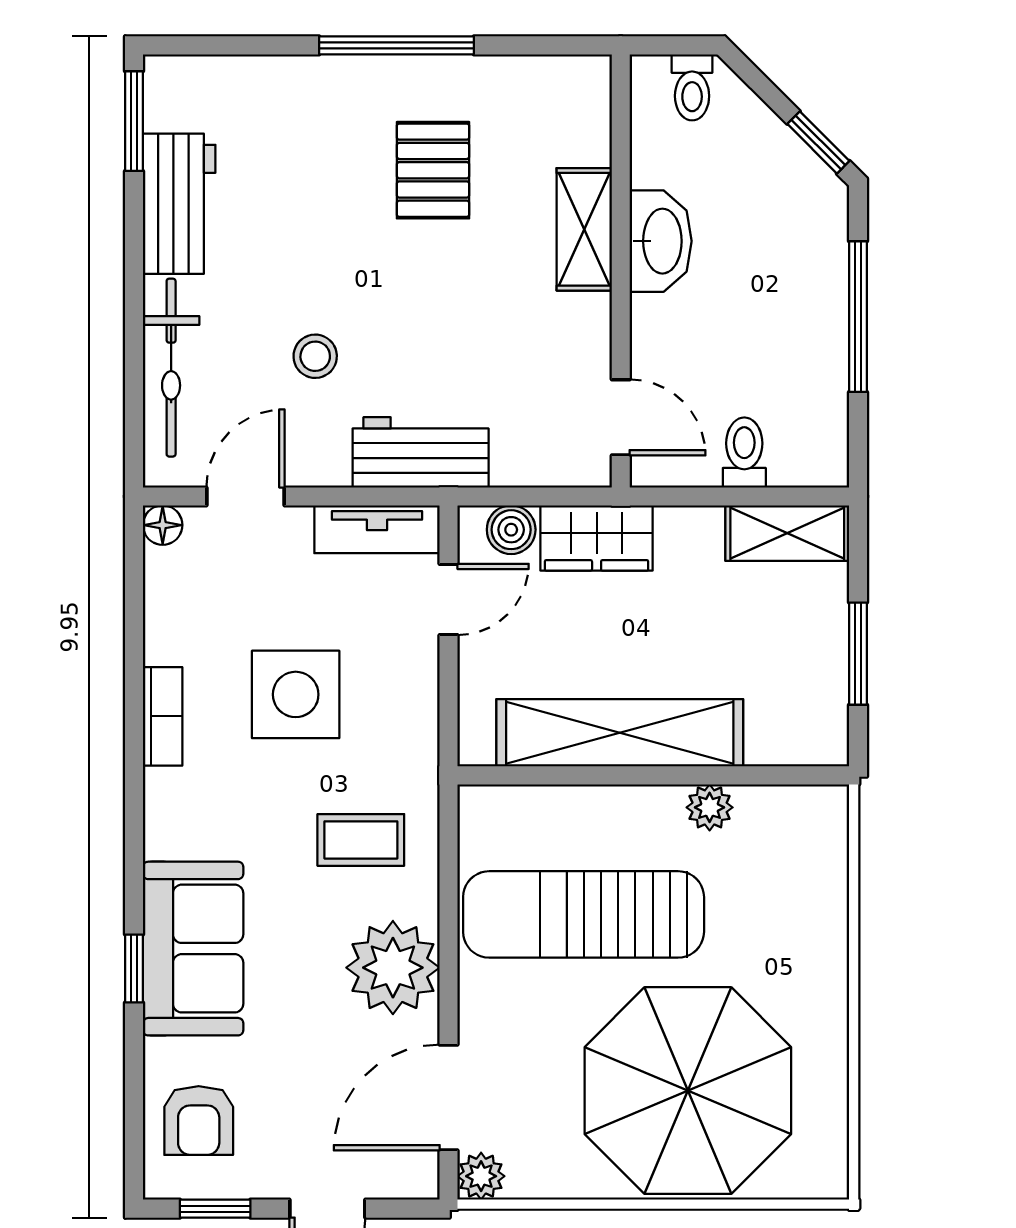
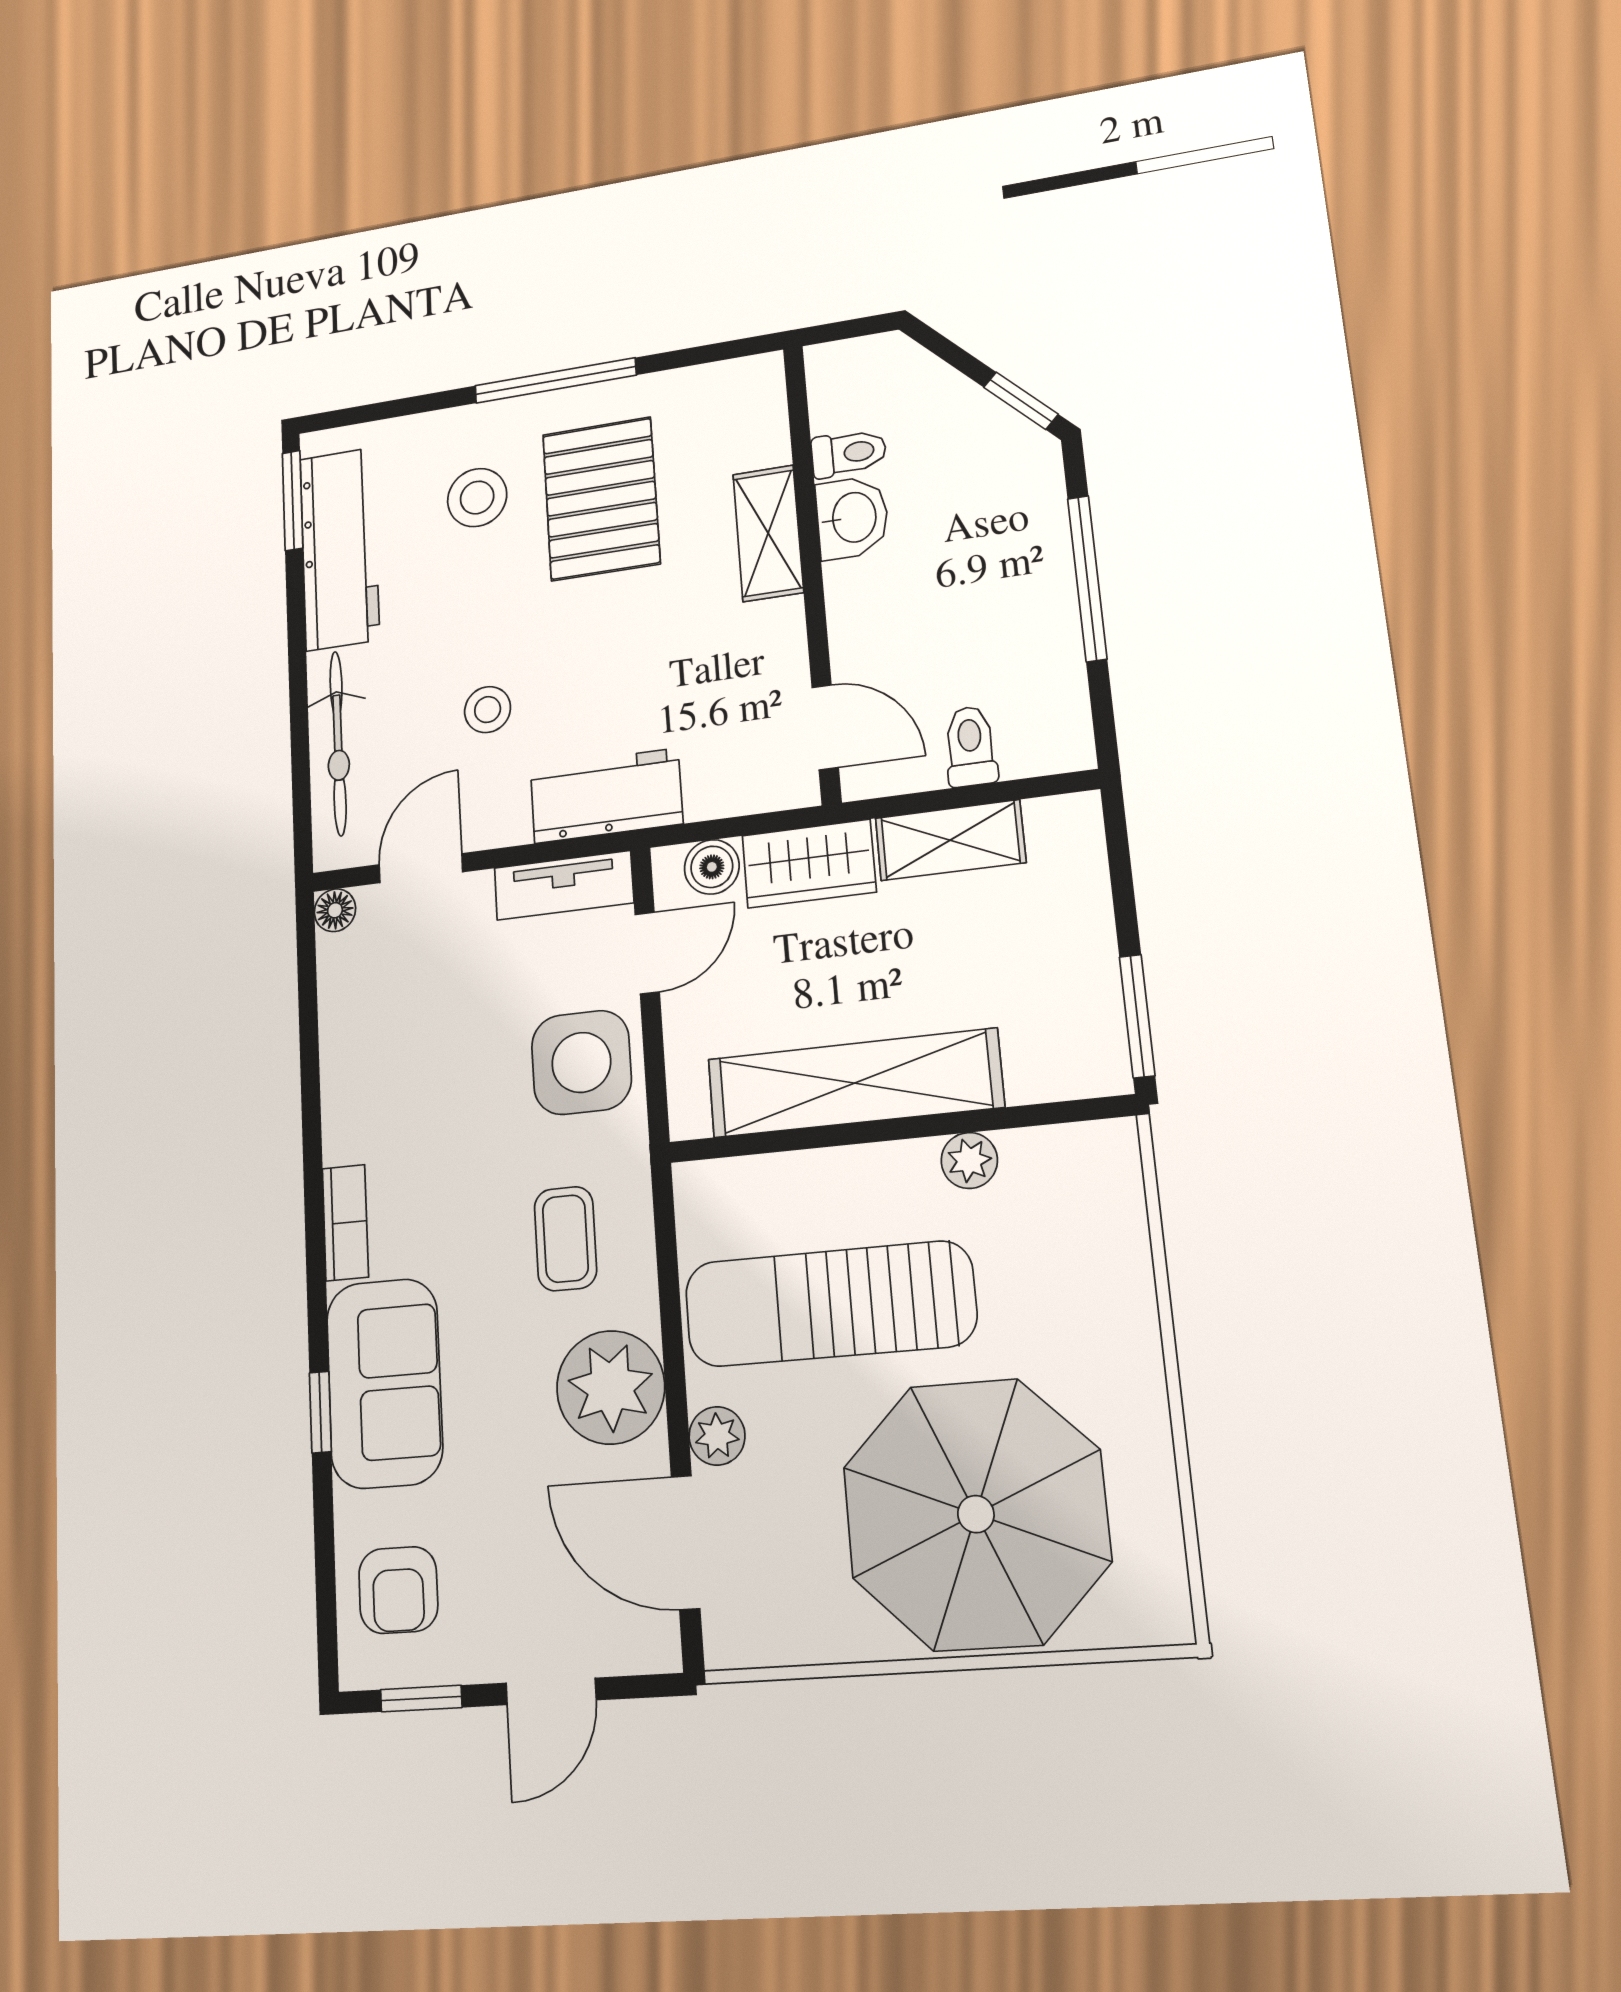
toilet: (692, 87) -> (849, 453), moved, turned -90
stool: (315, 149) -> (477, 498), added
pallet: (433, 170) -> (601, 499), width x1.50, depth x1.42
workbench: (179, 204) -> (340, 549), width x1.38
washbasin: (661, 241) -> (852, 518), width x0.72
shelving: (787, 533) -> (950, 840), moved
window: (858, 654) -> (1137, 1016), moved
side table: (296, 694) -> (581, 1062), moved
bookcase: (163, 716) -> (345, 1223), moved
coffee table: (361, 840) -> (565, 1239), turned 90
door: (449, 1097) -> (686, 1542), hinge flipped
plant: (481, 1176) -> (717, 1436), moved

